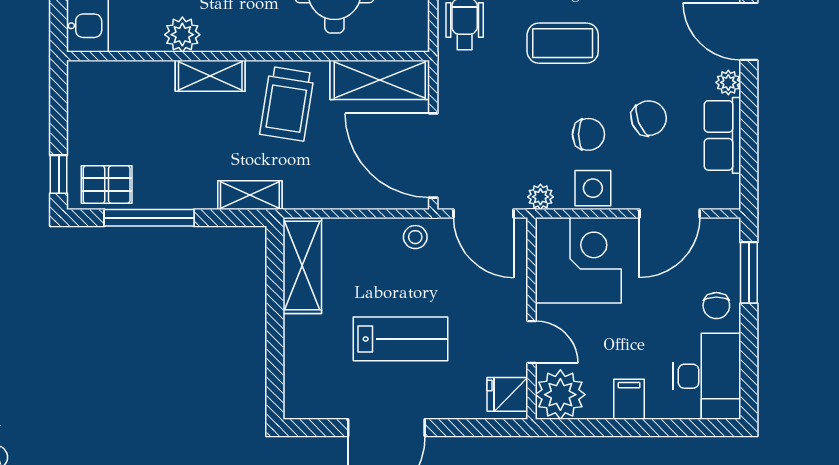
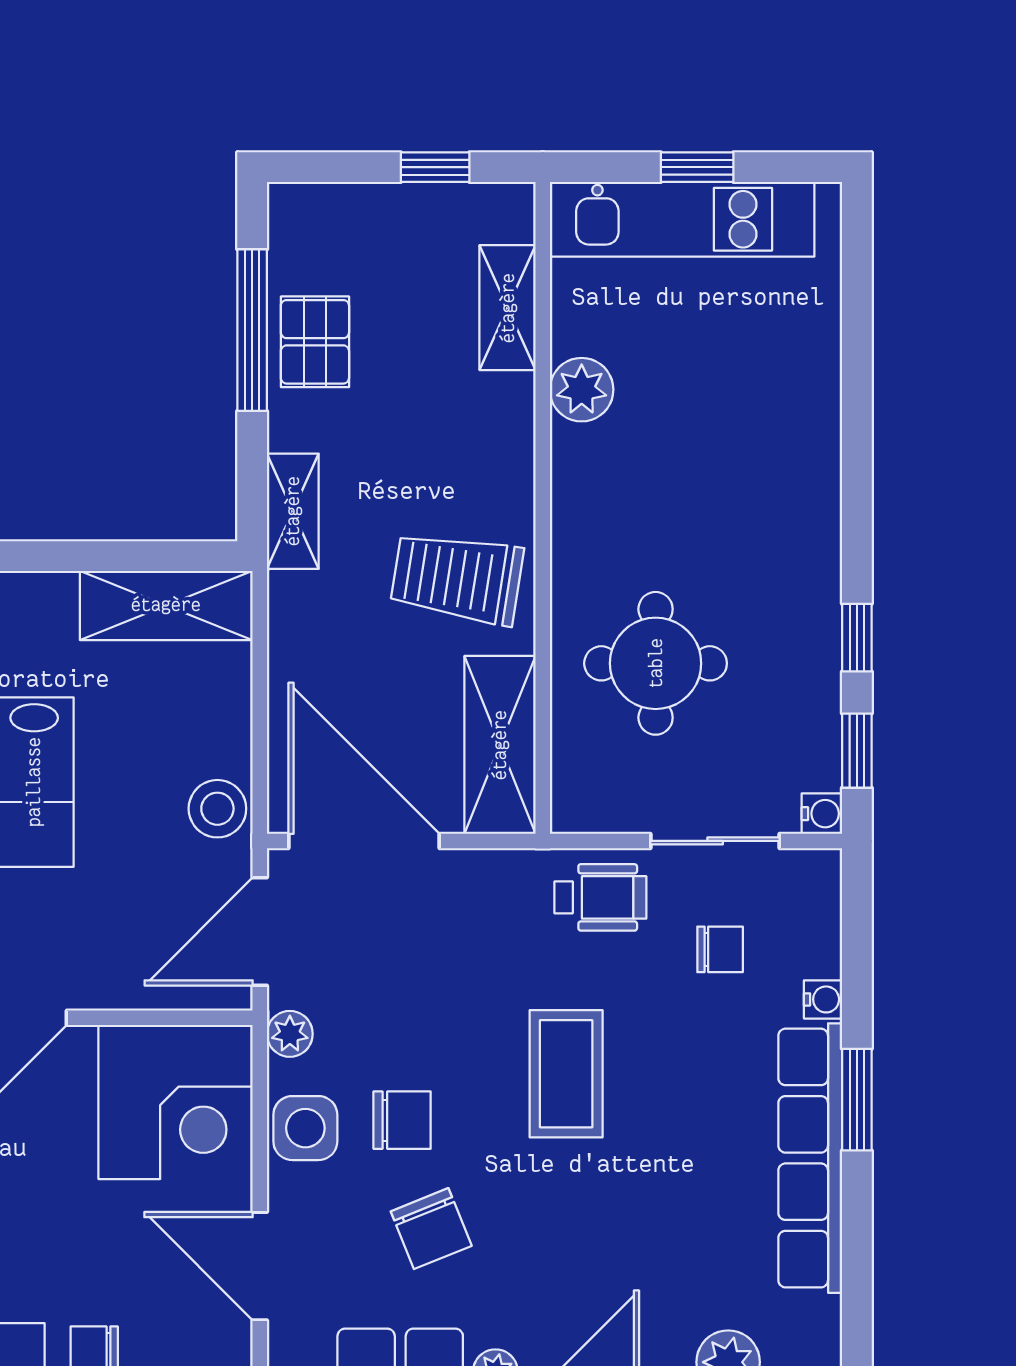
shelving: (210, 76) -> (508, 308), moved
chair: (588, 134) -> (402, 1120), turned -90
door: (433, 156) -> (364, 841), hinge flipped
window: (59, 174) -> (435, 167), moved
pallet: (107, 185) -> (315, 342), moved
stool: (415, 237) -> (217, 809), width x1.37, depth x1.37

